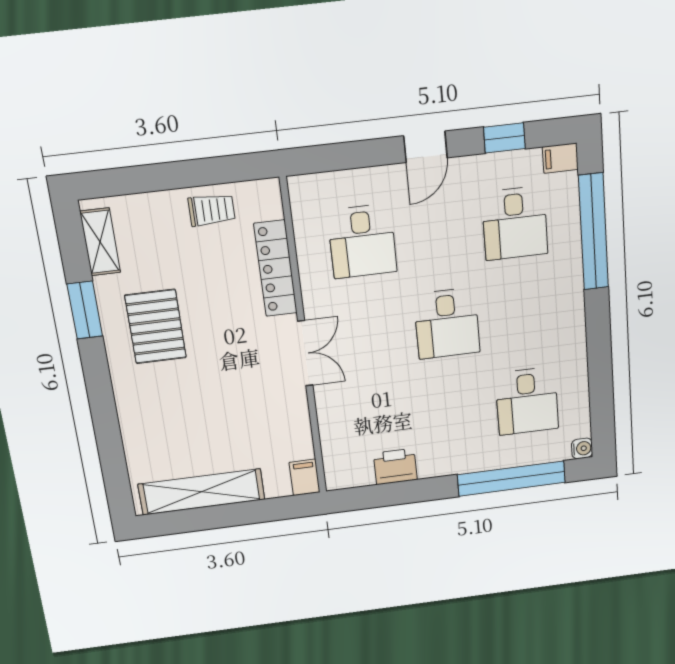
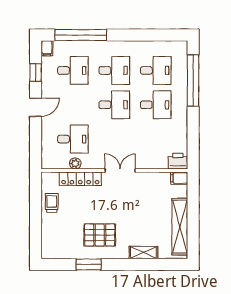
door: (425, 147) -> (36, 107), hinge flipped
shelving: (100, 242) -> (143, 253), moved
plant: (308, 253) -> (75, 163), added
desk: (521, 314) -> (114, 70), added
desk: (455, 410) -> (156, 105), added
water cooler: (582, 448) -> (183, 46), removed
printer: (395, 466) -> (178, 161), moved, turned 90

